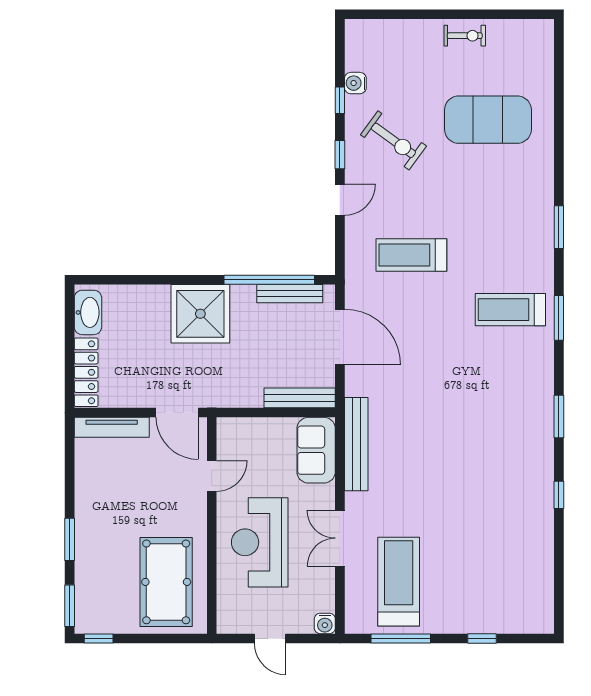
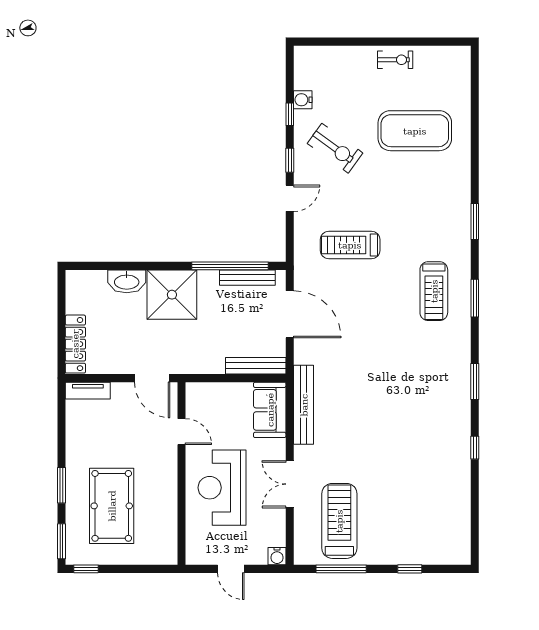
treadmill: (510, 310) -> (434, 291), turned -90
washbasin: (88, 312) -> (127, 281), moved, turned 90
tv unit: (112, 427) -> (88, 391), width x0.71
door: (212, 476) -> (182, 432), hinge flipped
pool table: (166, 582) -> (112, 506), moved

